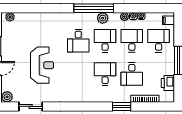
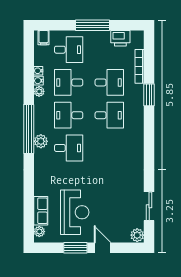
row of seats: (27, 18) -> (41, 211), added
plant: (103, 18) -> (41, 141), moved
desk: (159, 41) -> (69, 50), turned 180
reception desk: (42, 65) -> (75, 212), moved, turned 90
desk: (105, 74) -> (109, 115), turned 180

